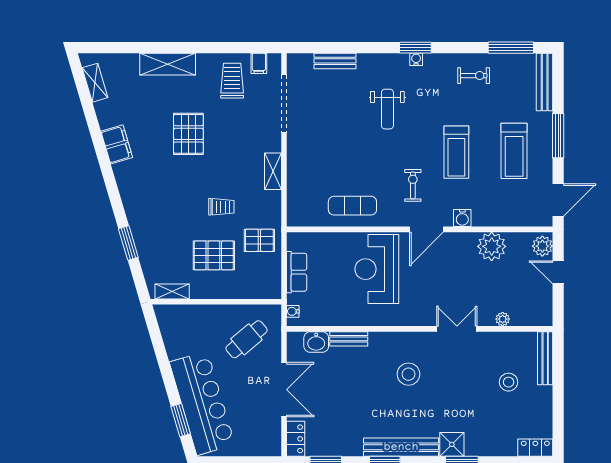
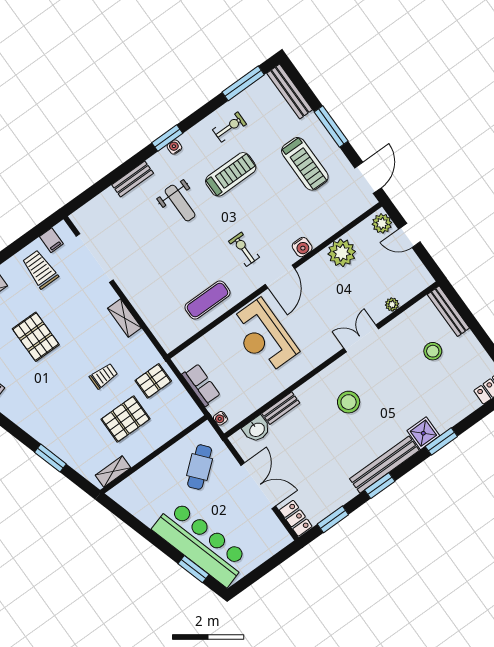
bench: (335, 61) -> (133, 179), moved
treadmill: (456, 152) -> (231, 174), moved, turned -90

